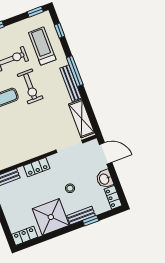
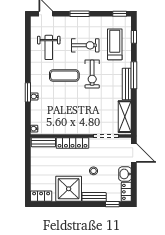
locker: (37, 167) -> (72, 143), width x1.53
window: (91, 221) -> (112, 204), moved

